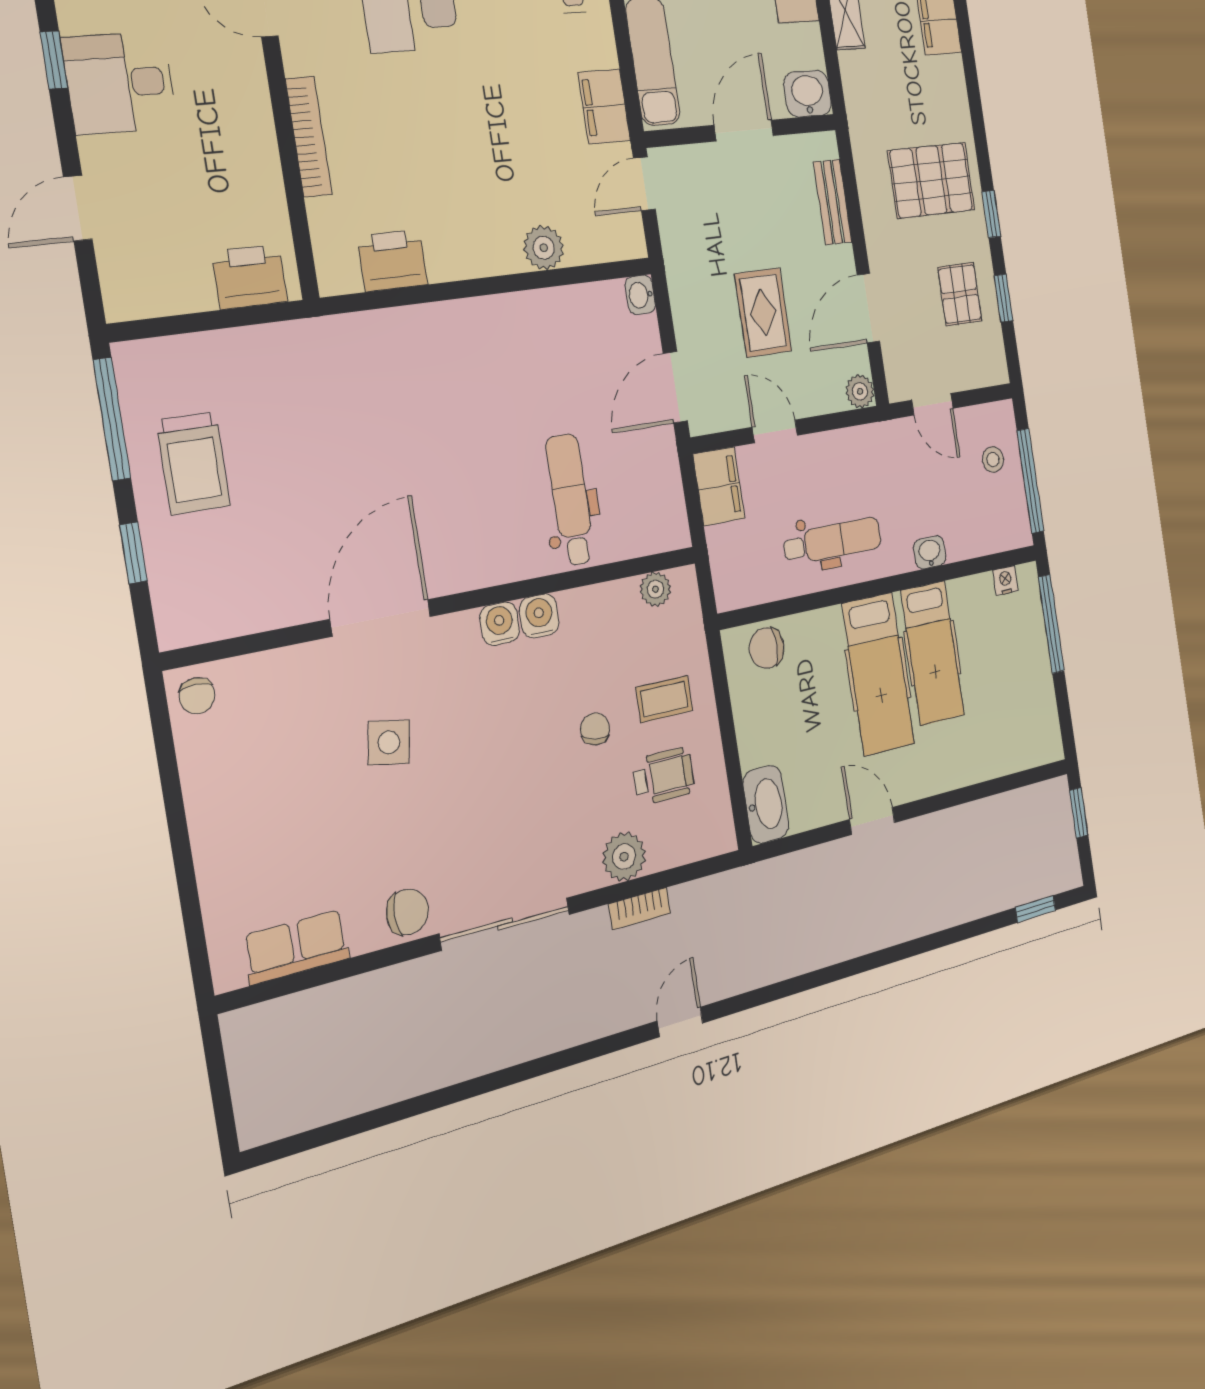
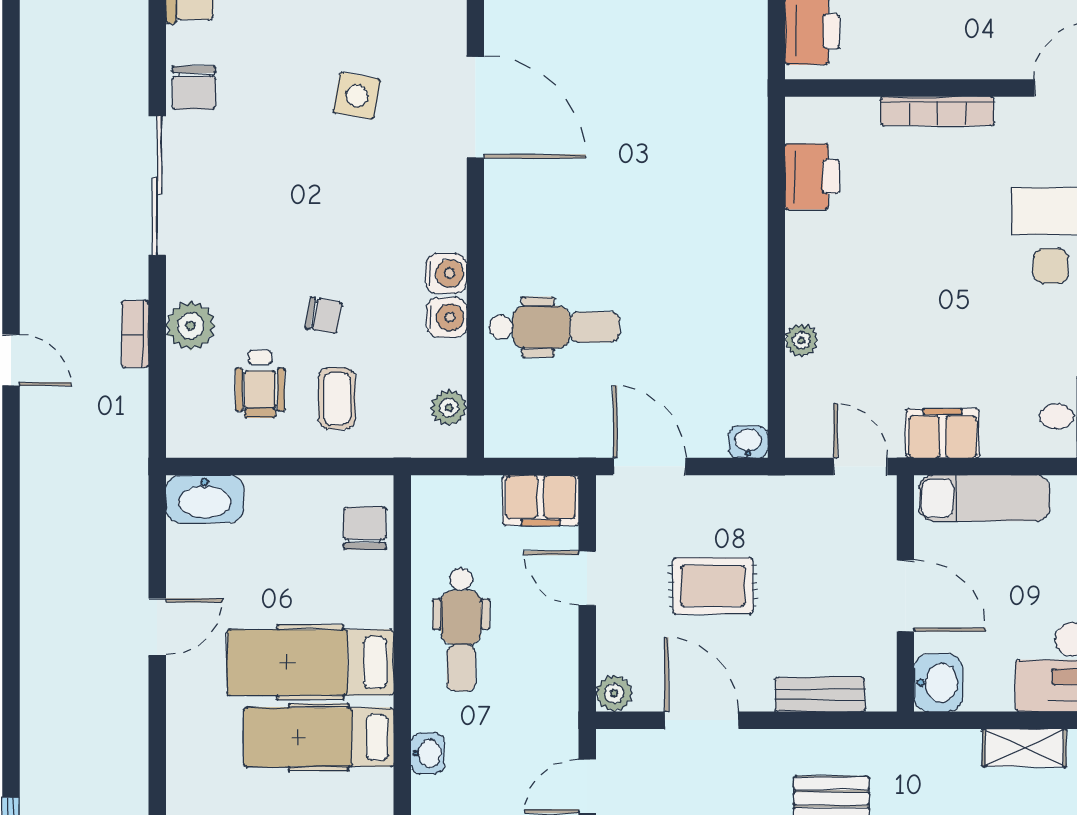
plant: (544, 248) -> (801, 340), width x0.73, depth x0.73
door: (775, 431) -> (587, 578), swing flipped
water cooler: (500, 624) -> (447, 317), moved

